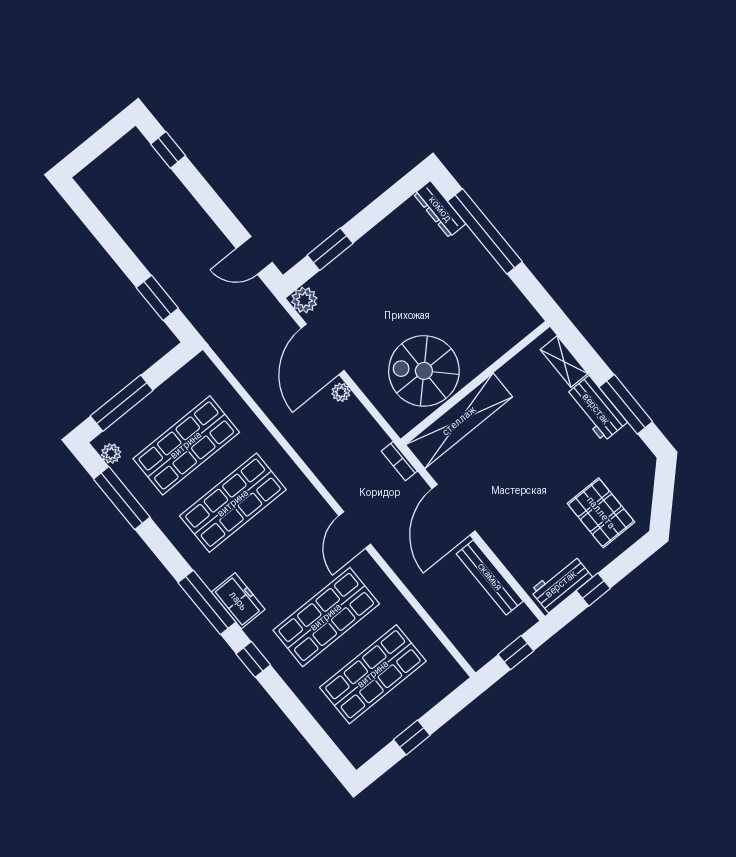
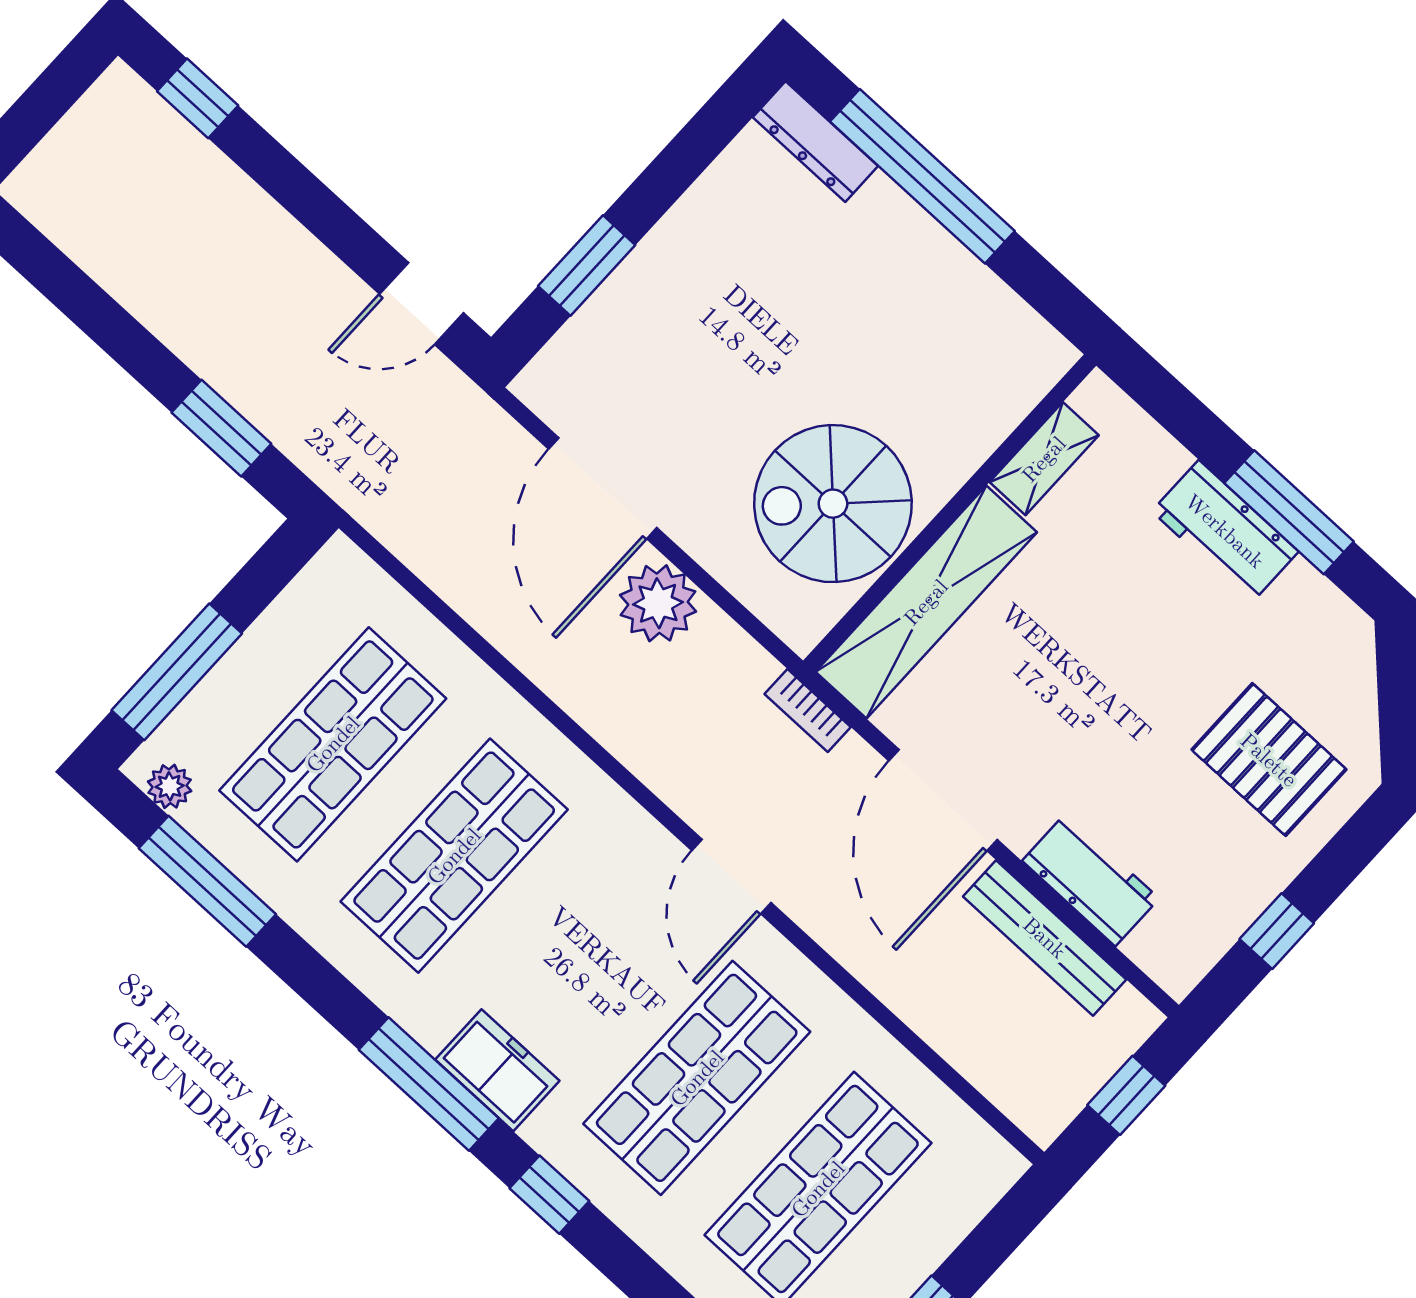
plant: (304, 300) -> (546, 386), removed
shelving: (564, 362) -> (1044, 459), moved, turned 90
plant: (341, 392) -> (658, 603), width x1.87, depth x1.87
workbench: (561, 584) -> (1091, 880), moved, turned 90

